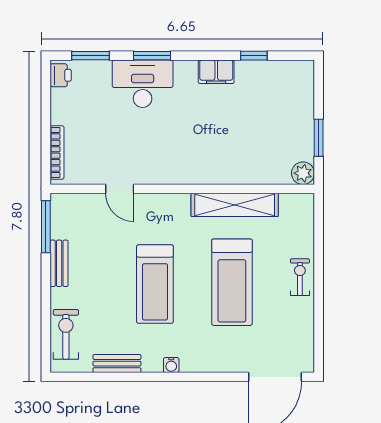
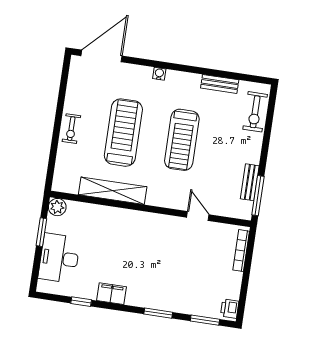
desk: (143, 84) -> (59, 258), moved, turned 90
bench: (59, 263) -> (250, 182), moved
treadmill: (155, 284) -> (182, 140), turned 180
water cooler: (171, 365) -> (159, 74), moved

